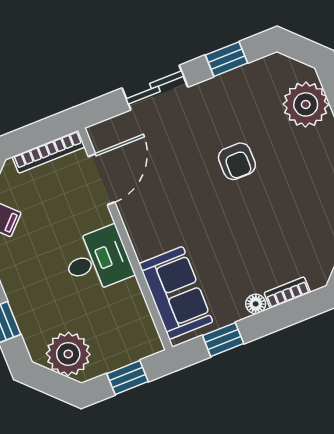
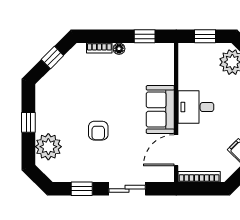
armchair: (237, 161) -> (98, 131), turned 180
sofa: (176, 293) -> (160, 110), moved

